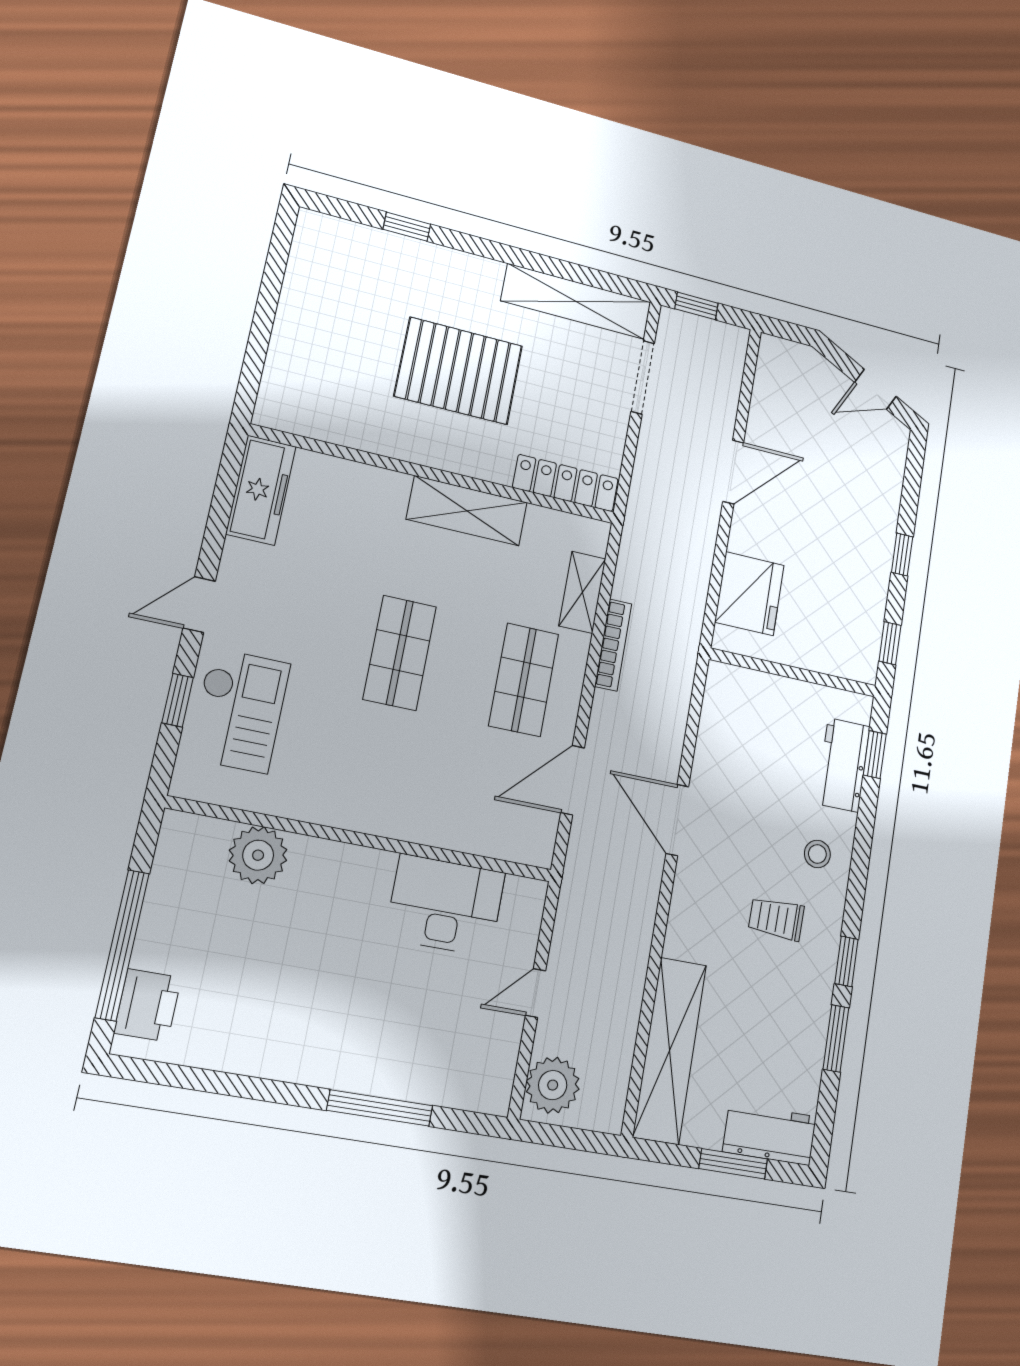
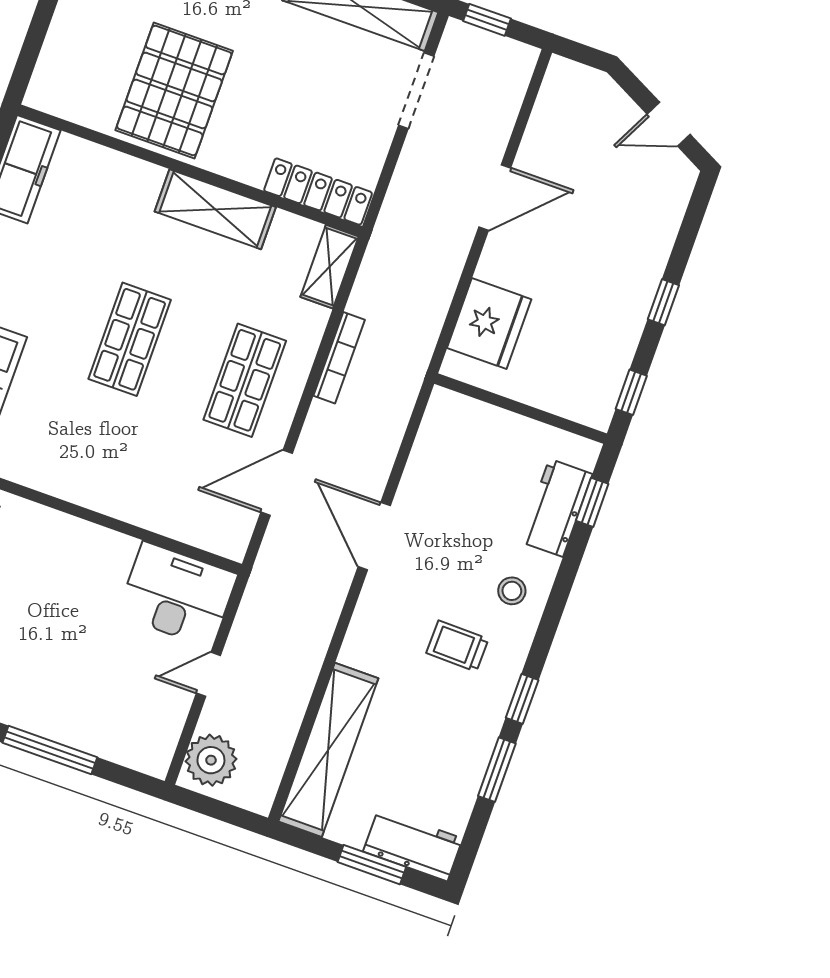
pallet: (459, 371) -> (174, 90), moved, turned 90
shelving: (582, 592) -> (329, 267), moved
desk: (445, 905) -> (177, 595), moved

